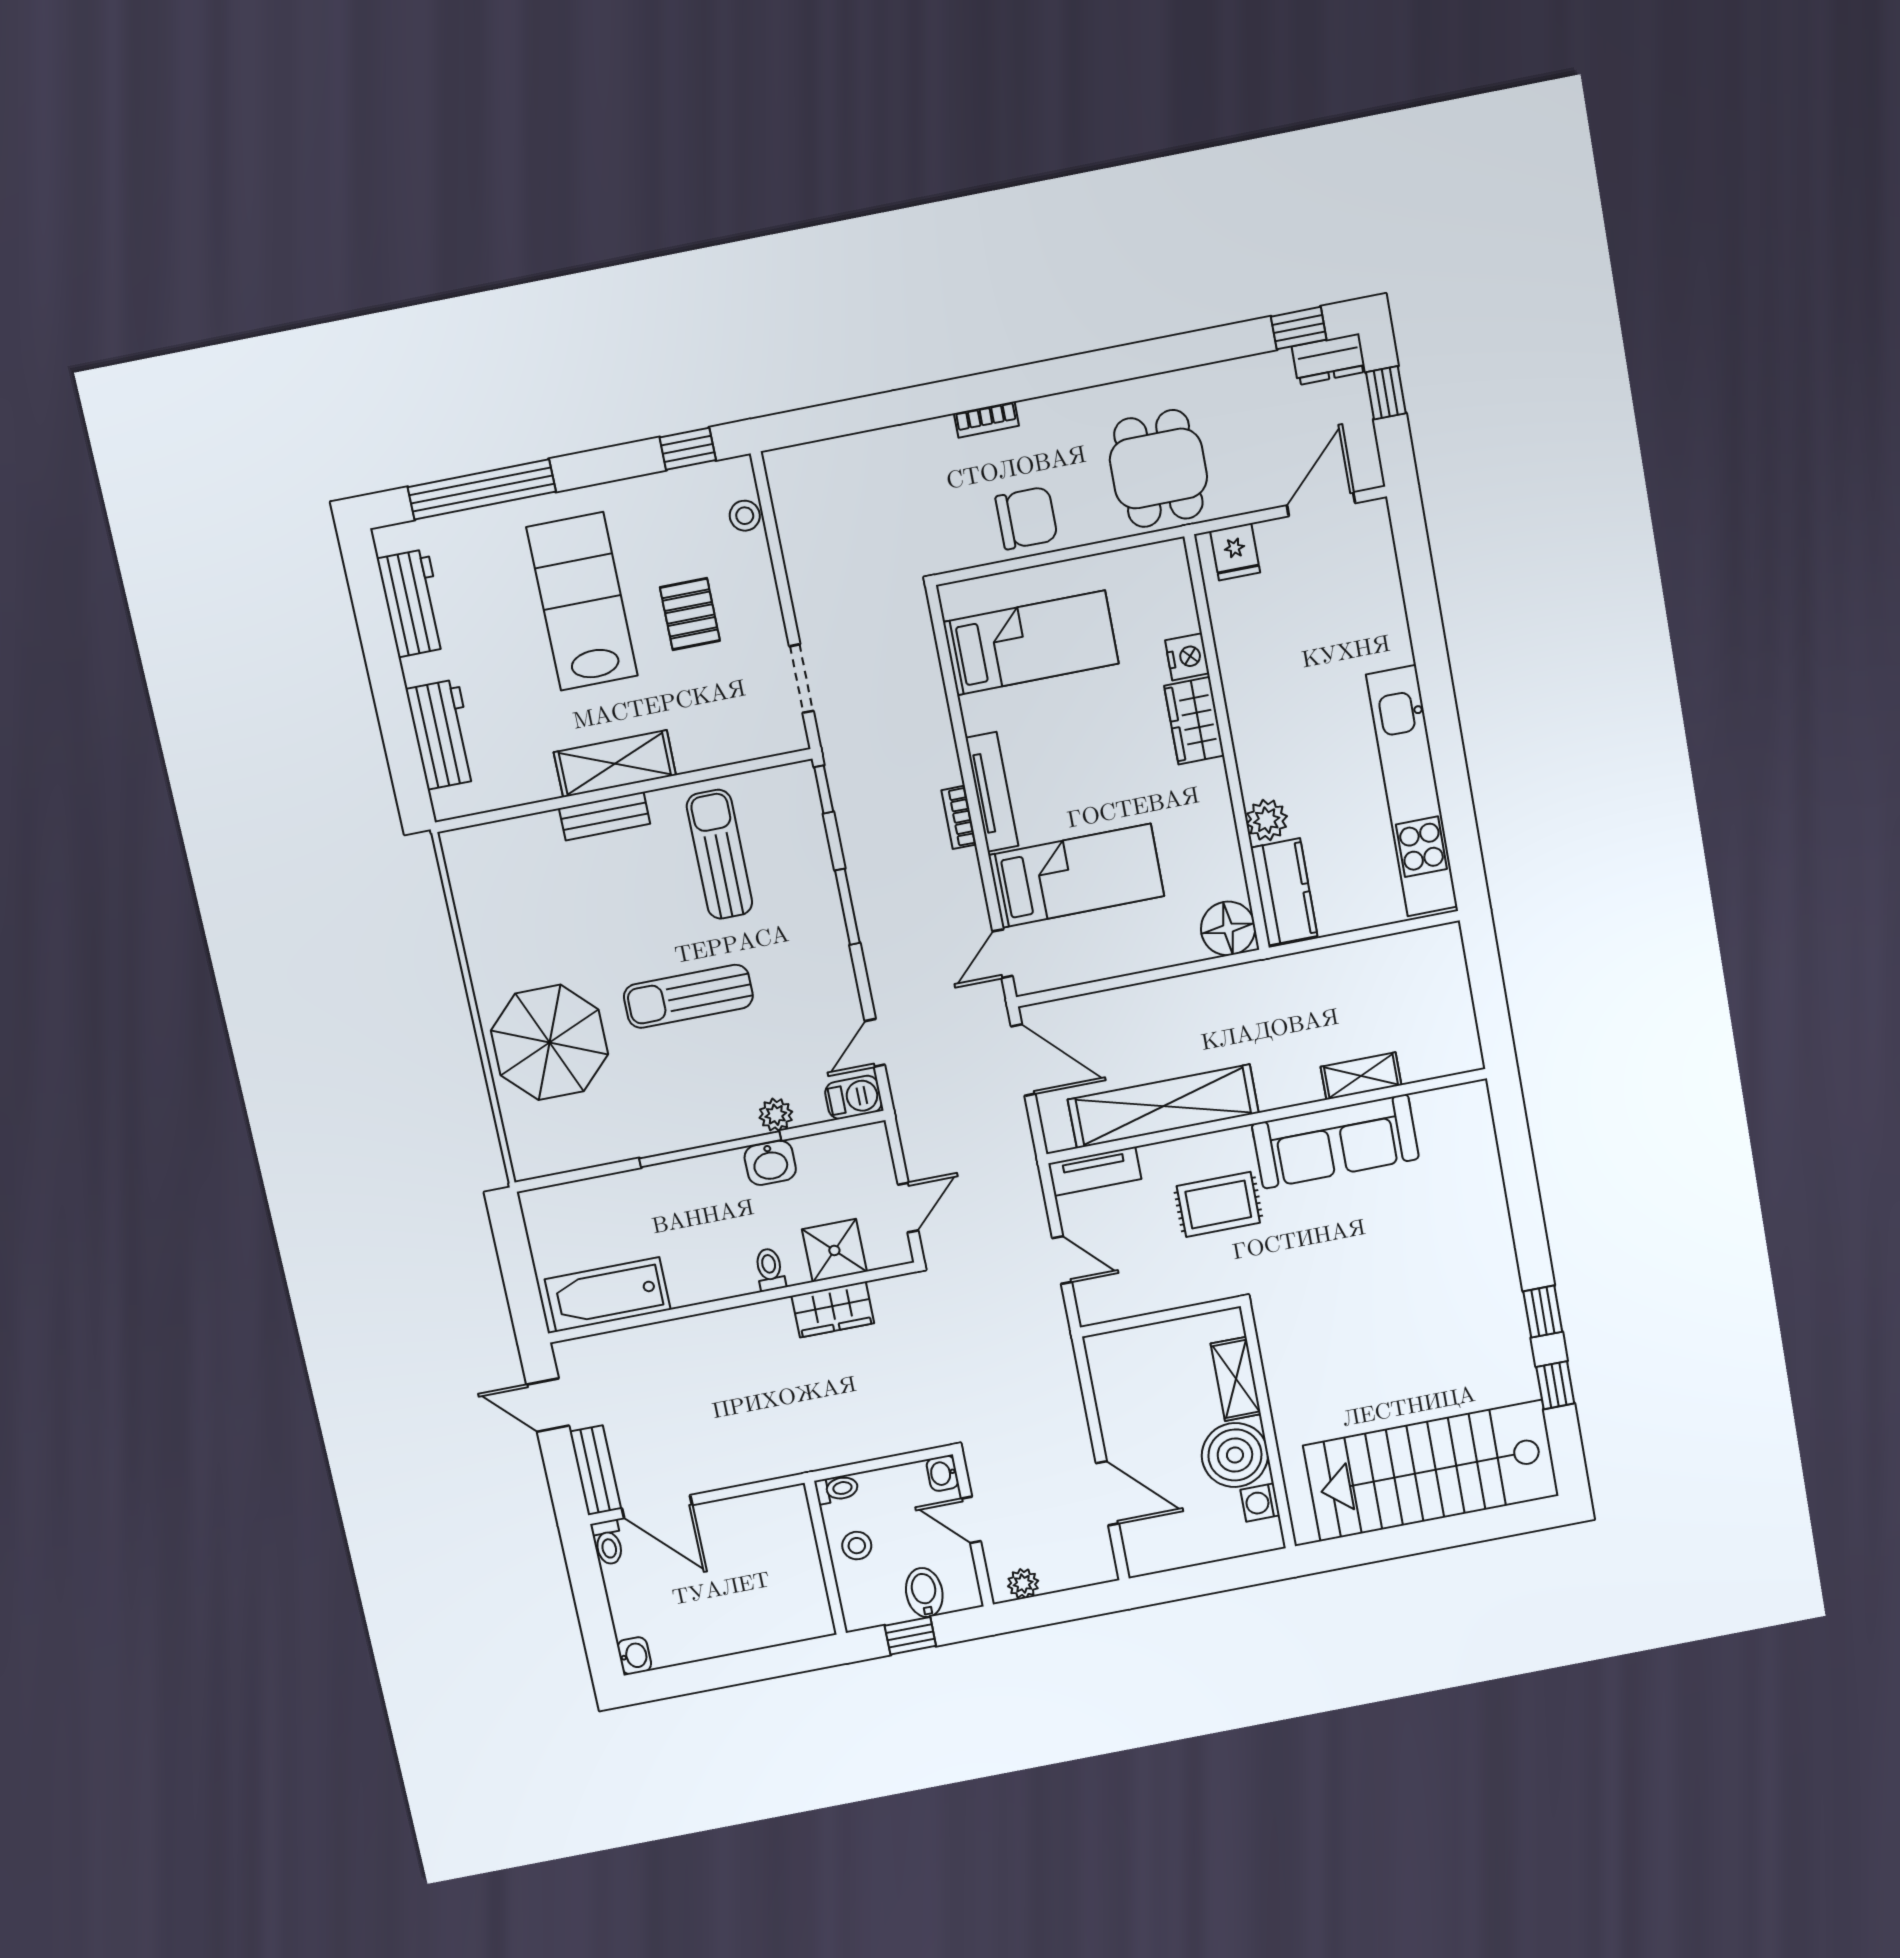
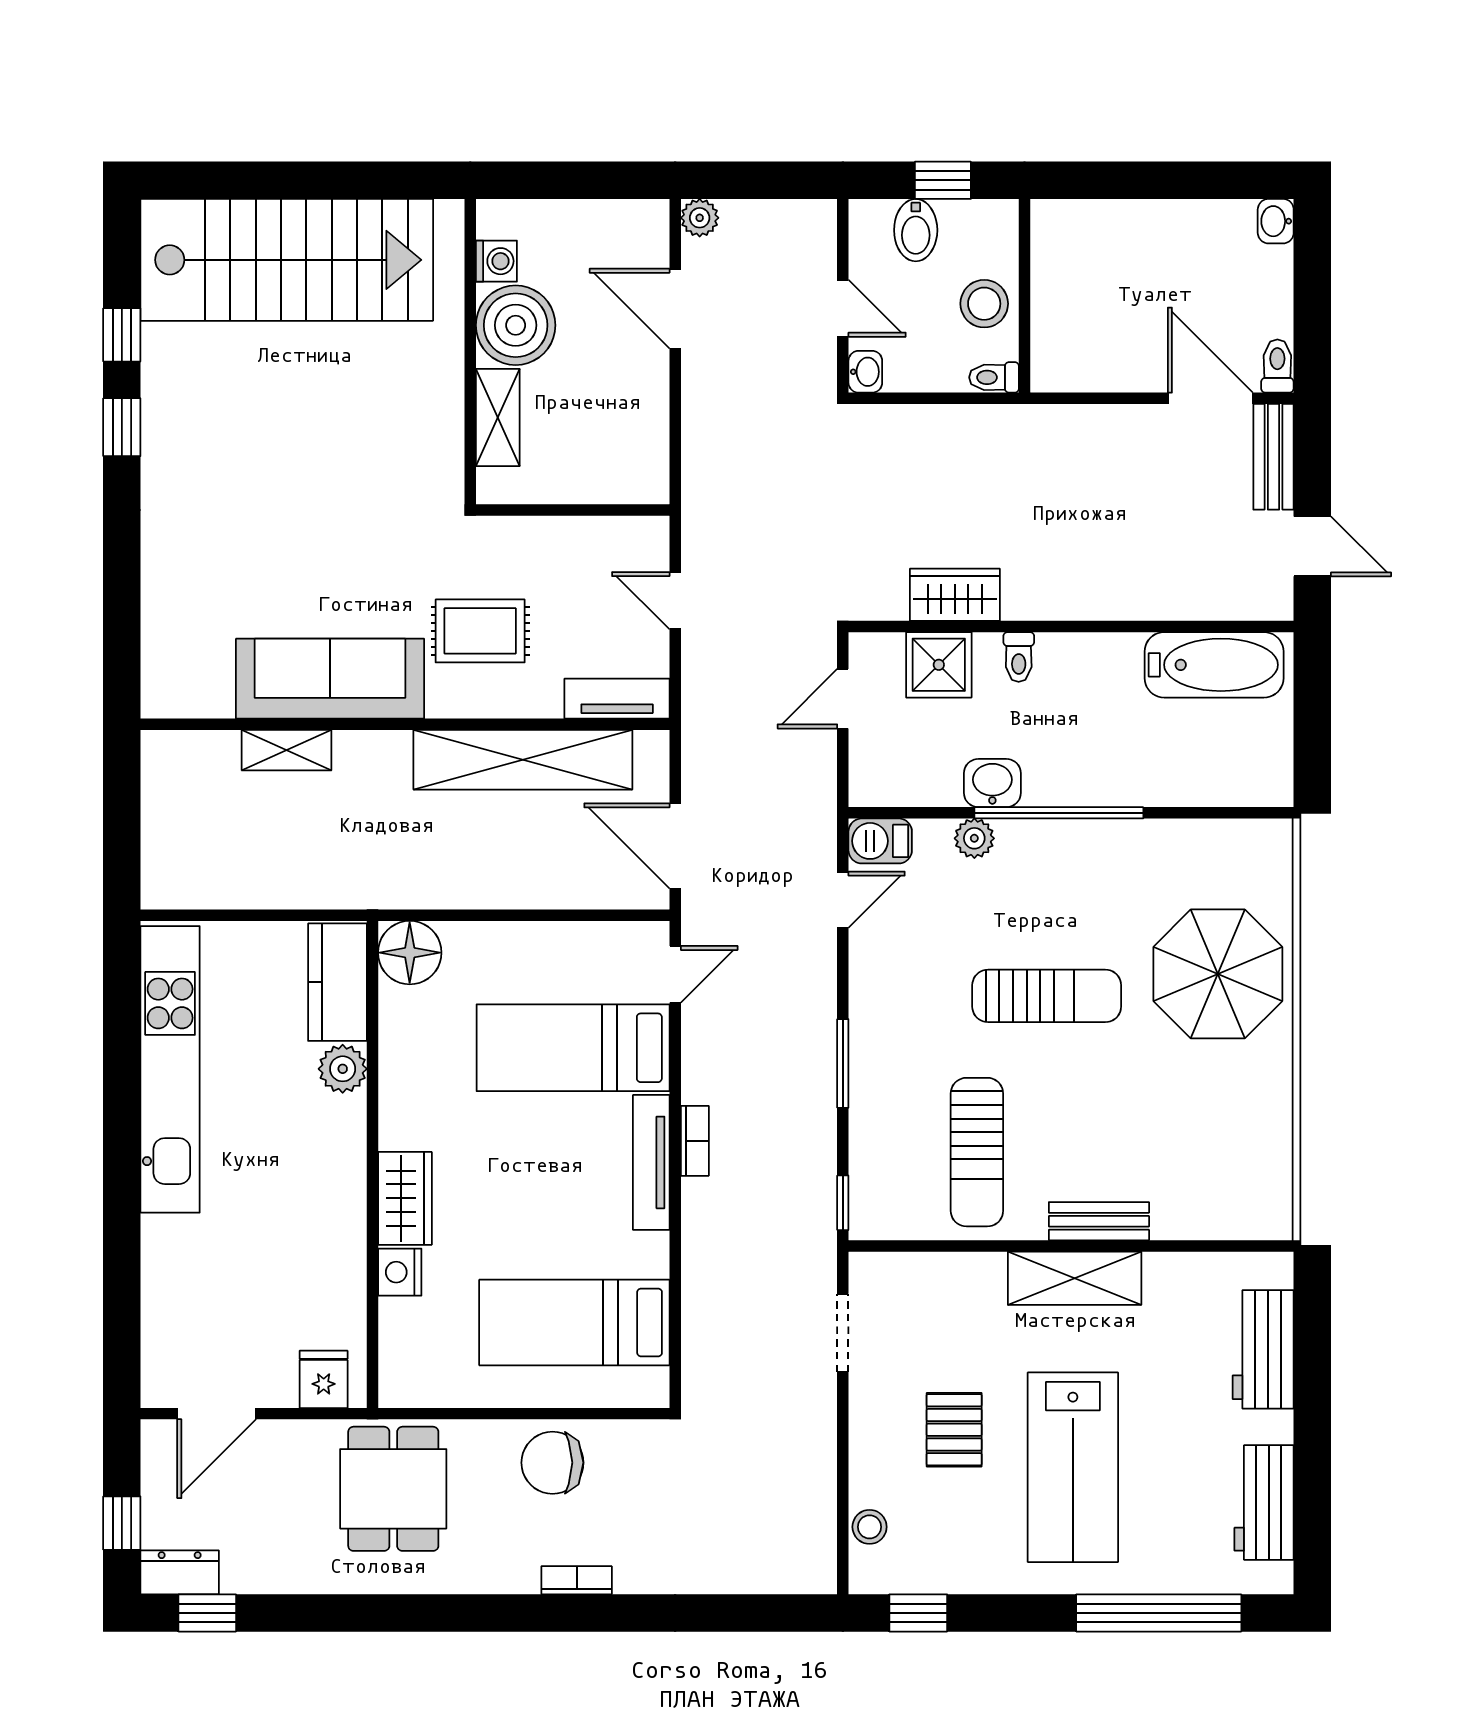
stool: (857, 1546) -> (984, 304), width x1.37, depth x1.37
plant: (1023, 1584) -> (700, 218), moved

